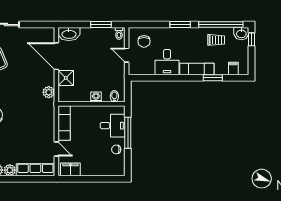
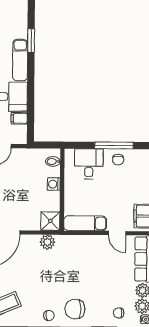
filing cabinet: (233, 69) -> (19, 118), moved
shower: (66, 78) -> (50, 221), moved
window: (128, 133) -> (114, 145), moved
door: (56, 149) -> (117, 233), swing flipped

